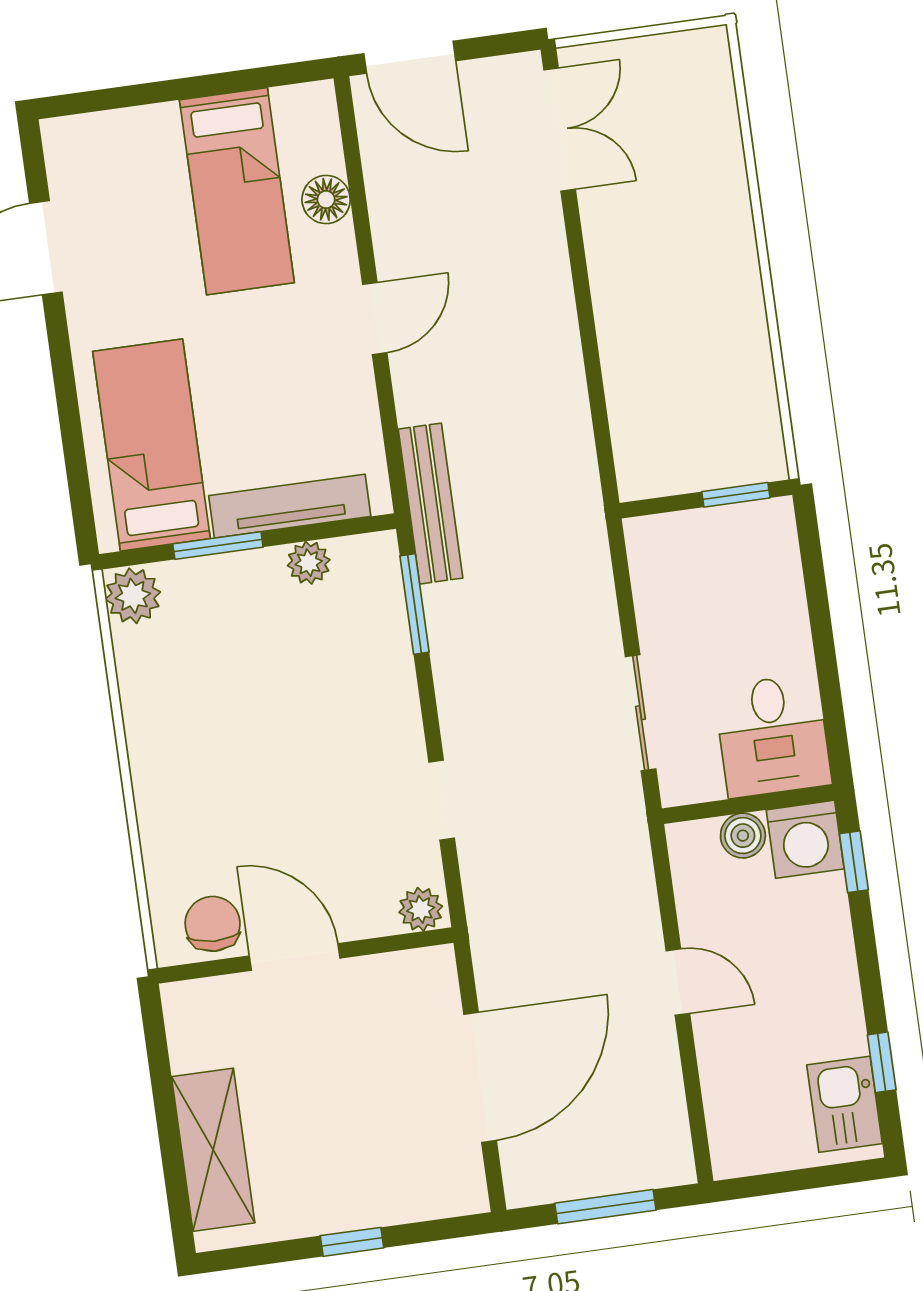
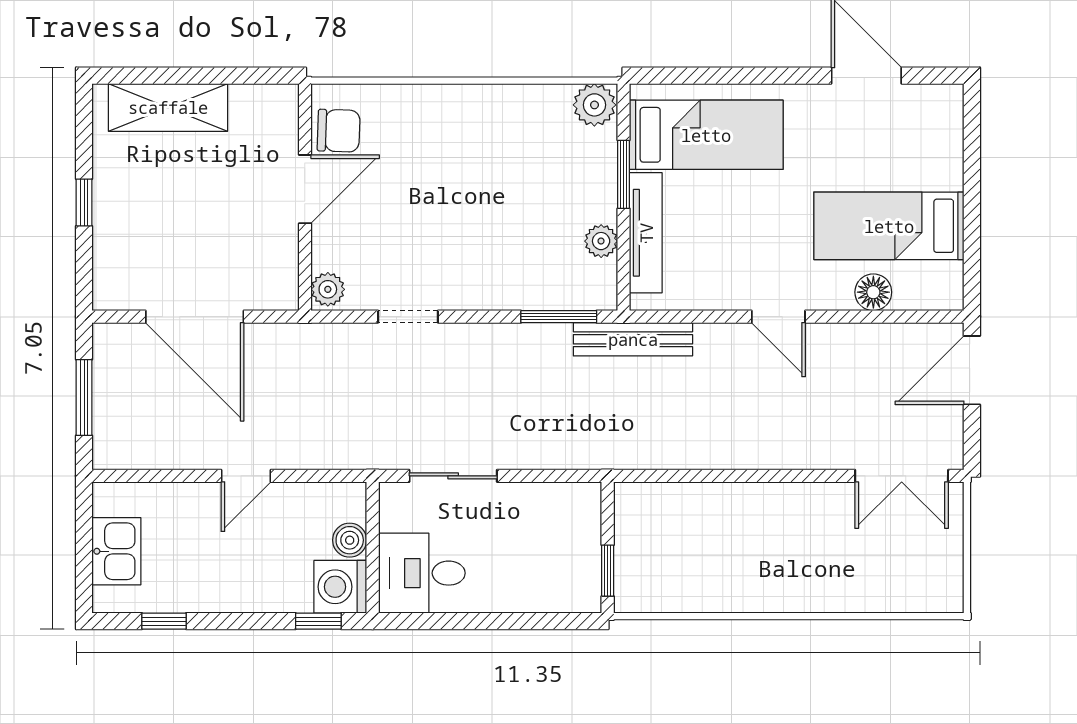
kitchen sink: (845, 1104) -> (116, 551), moved, turned 90

